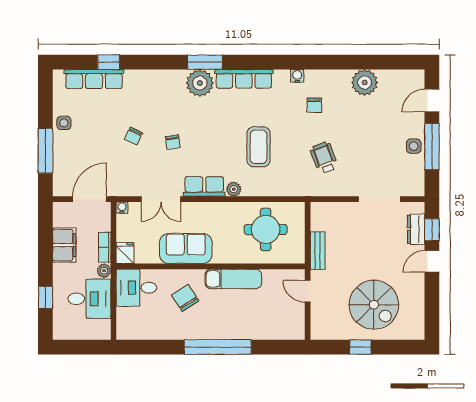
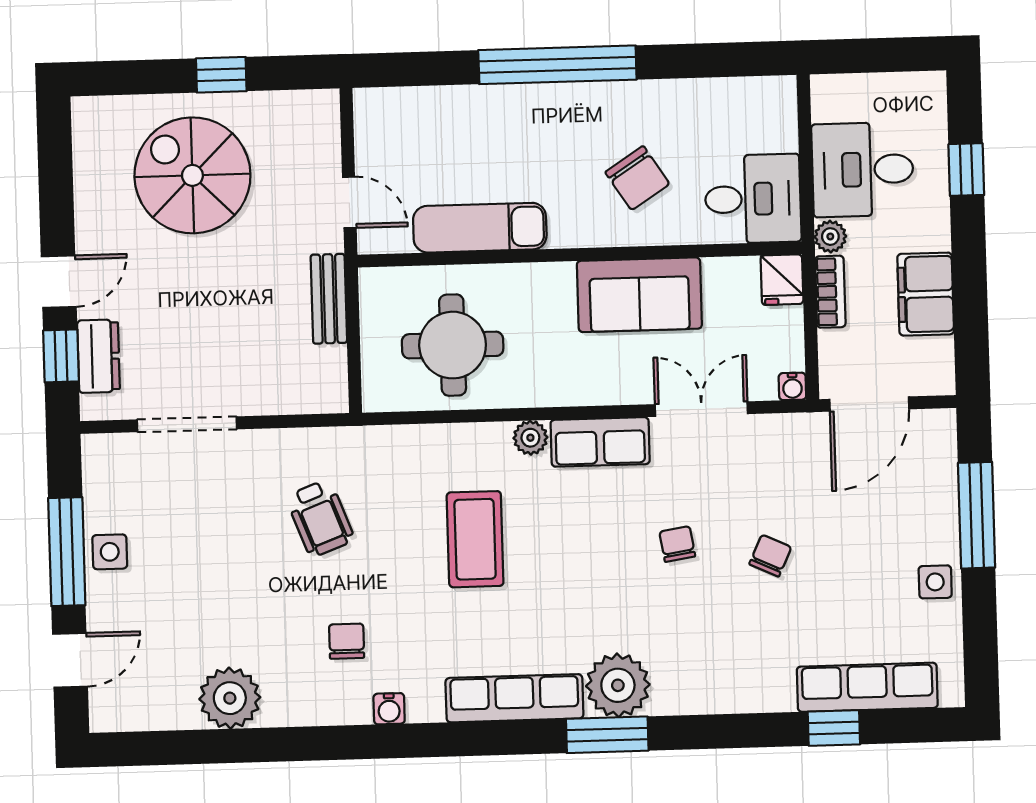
exam couch: (233, 279) -> (480, 228), moved

